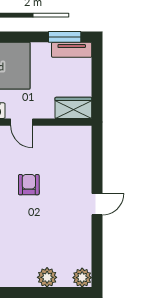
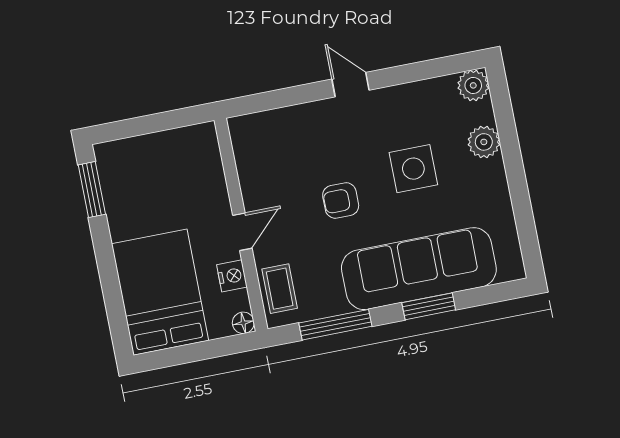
tv unit: (72, 50) -> (110, 174), removed
wardrobe: (73, 108) -> (203, 153), removed
side table: (39, 232) -> (413, 169), added

